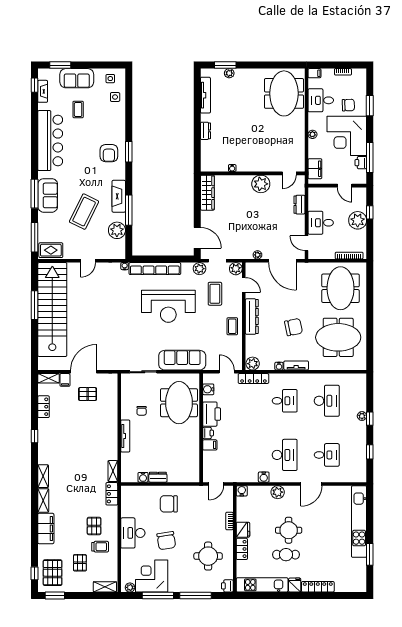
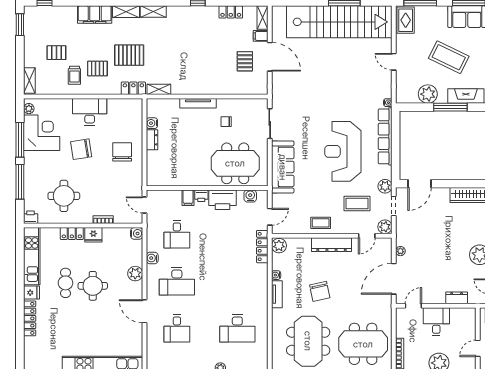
desk: (285, 401) -> (177, 234), moved
pallet: (53, 573) -> (129, 55), moved

